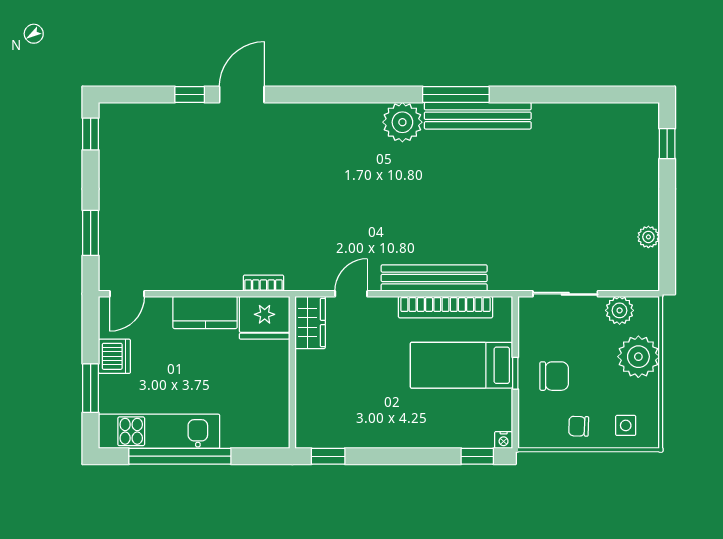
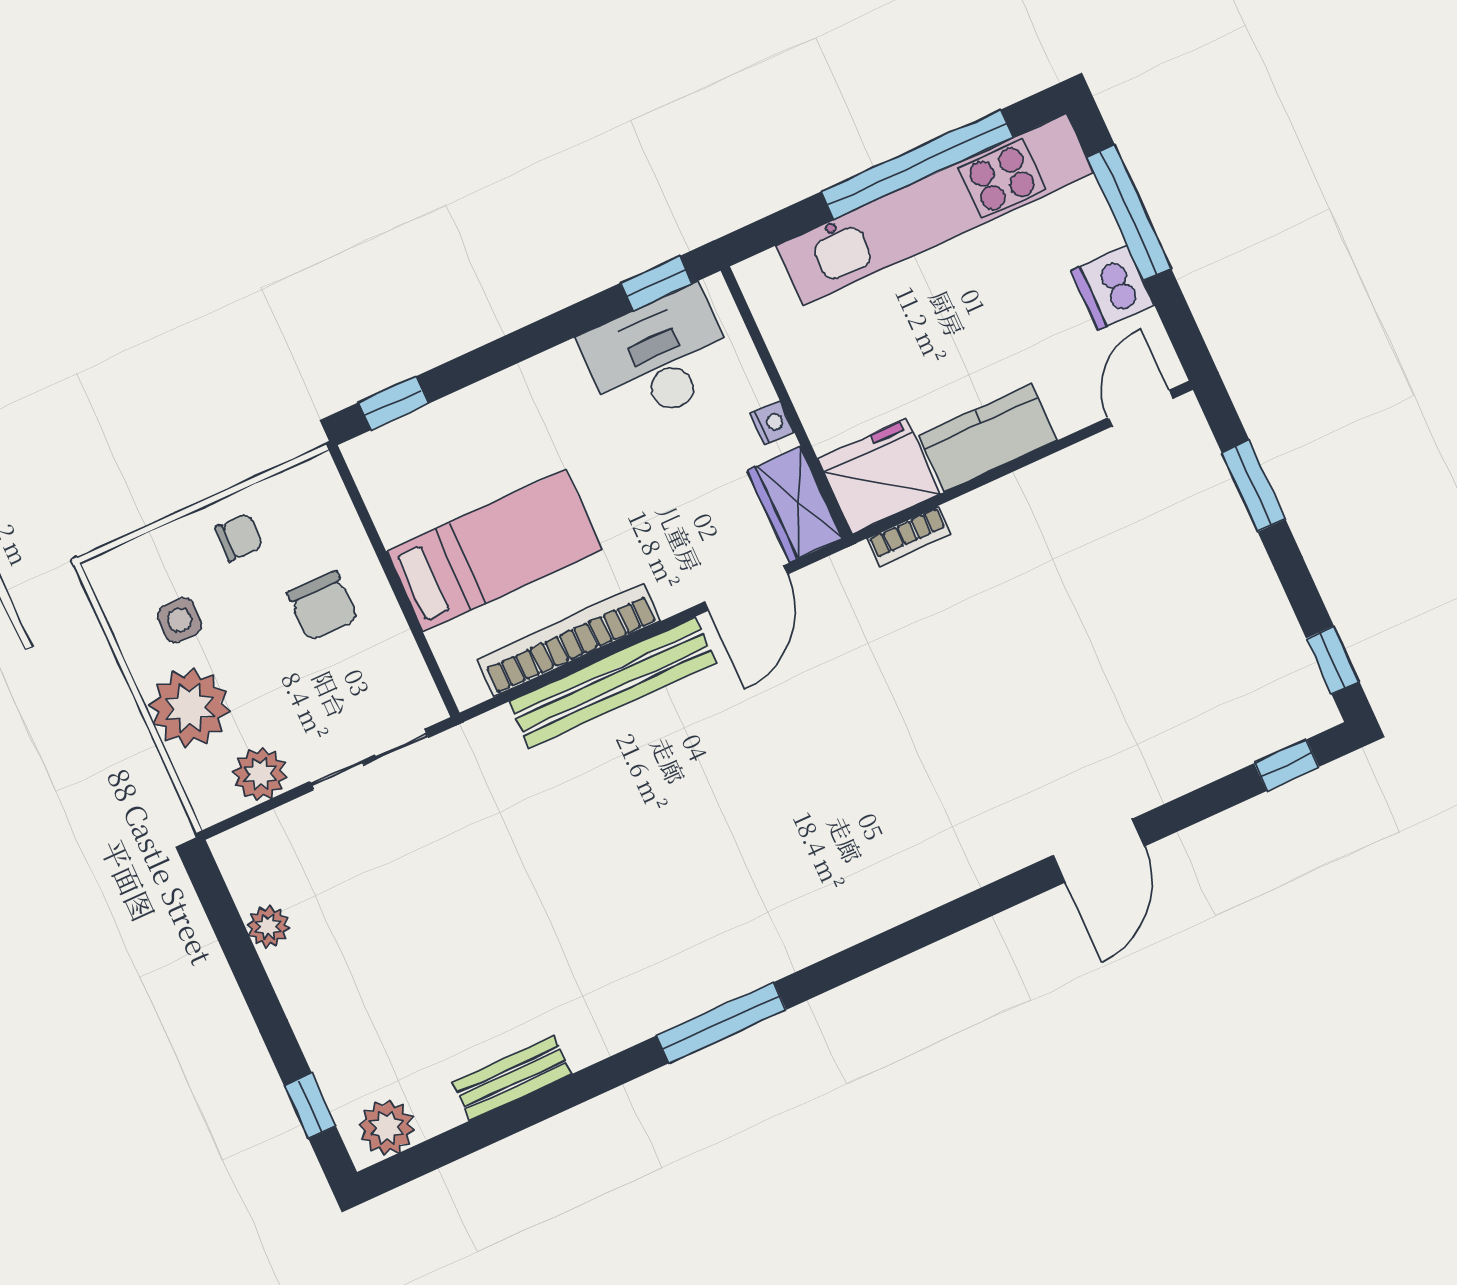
window: (190, 95) -> (1287, 765), moved
bench: (478, 116) -> (512, 1078), moved, width x0.54, depth x0.82
plant: (402, 122) -> (387, 1128), moved, width x0.73, depth x0.73
door: (351, 294) -> (746, 588), width x1.37
window: (515, 373) -> (393, 580), removed
chair: (554, 376) -> (323, 606), turned -90
window: (91, 388) -> (1129, 213), width x1.44
desk: (343, 421) -> (659, 358), added
side table: (626, 425) -> (180, 620), moved
kitchen unit: (159, 431) -> (935, 209), width x1.36
nightstand: (504, 440) -> (772, 423), moved, turned 90

